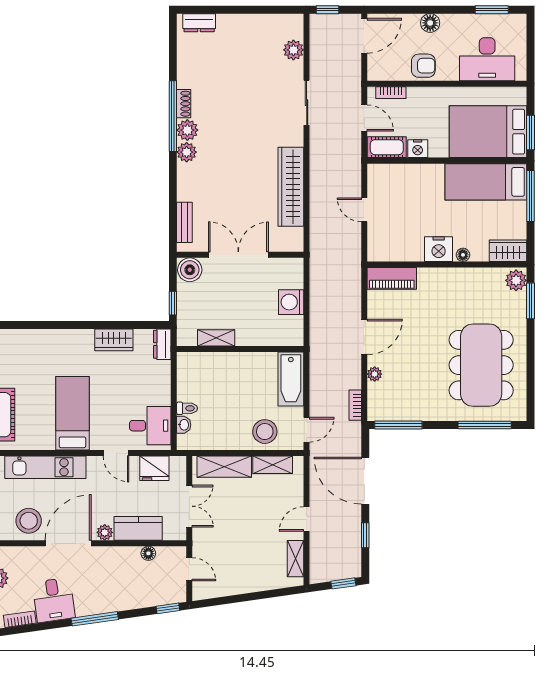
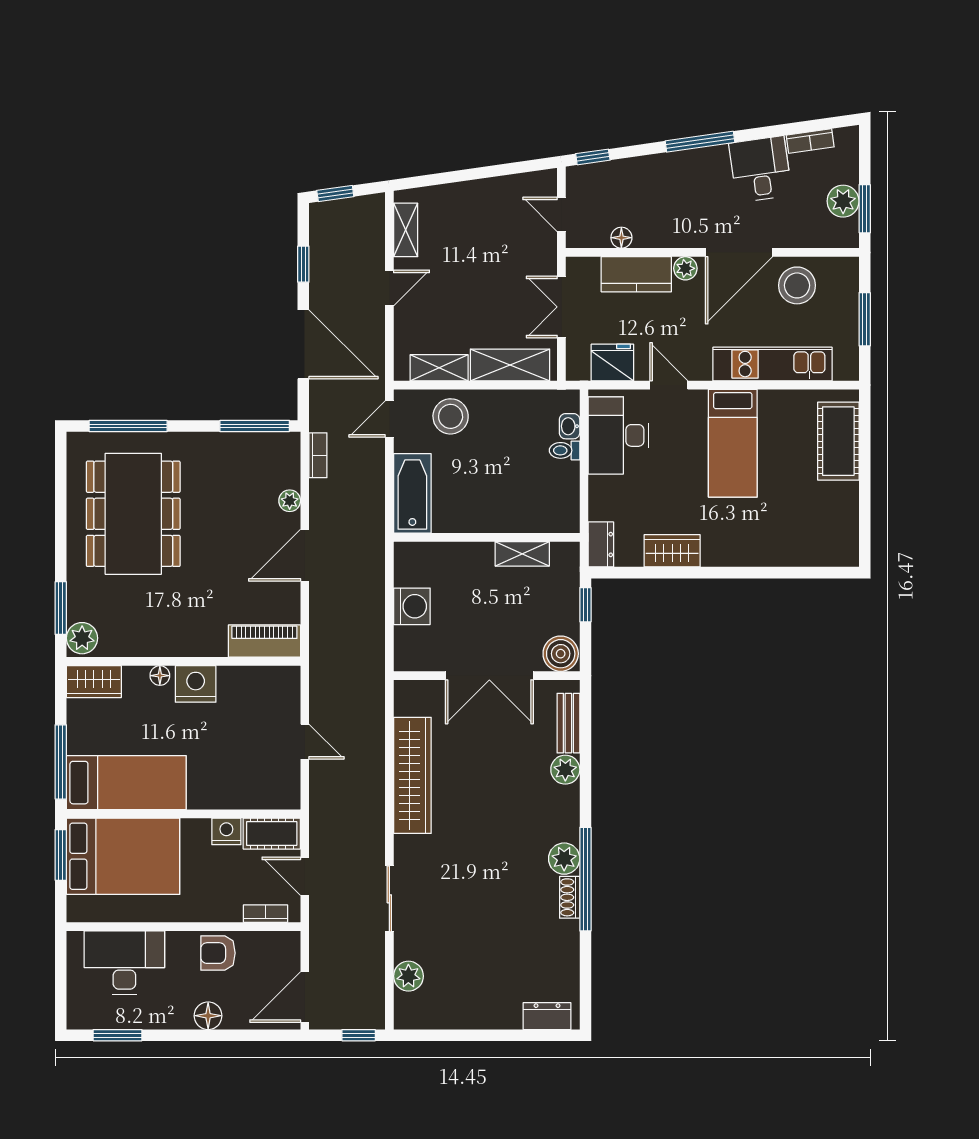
plant: (187, 152) -> (565, 770), moved
desk: (150, 426) -> (619, 435), width x1.37

